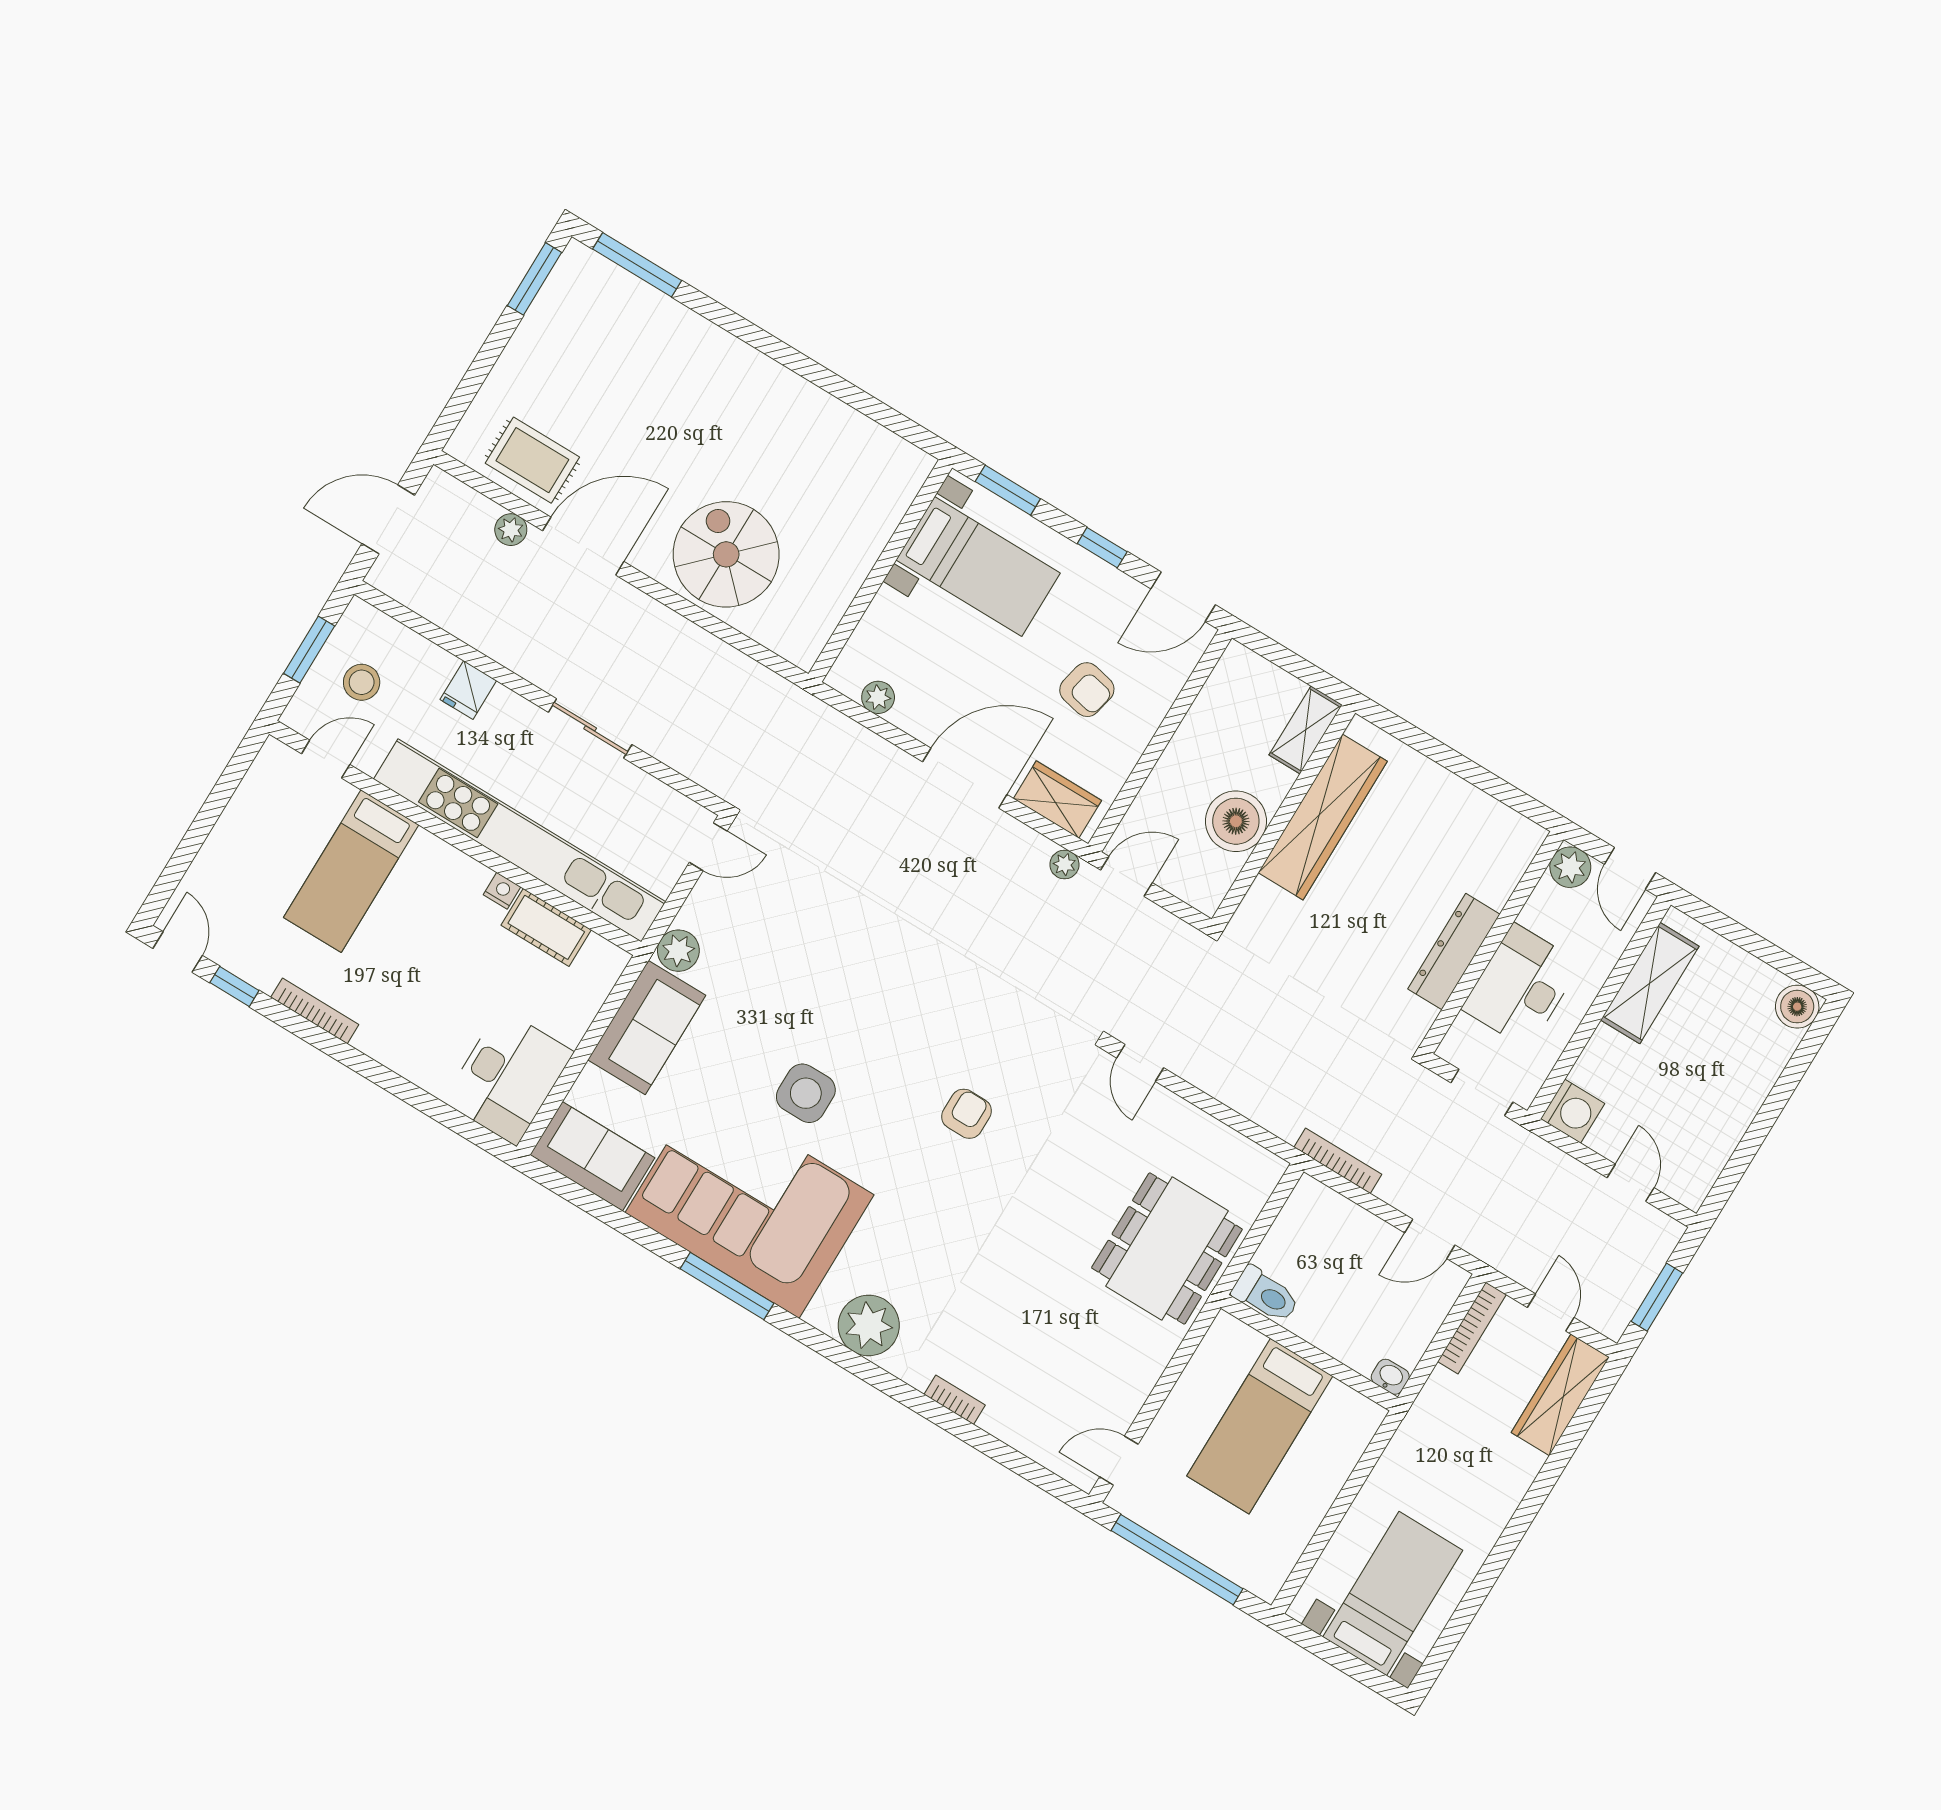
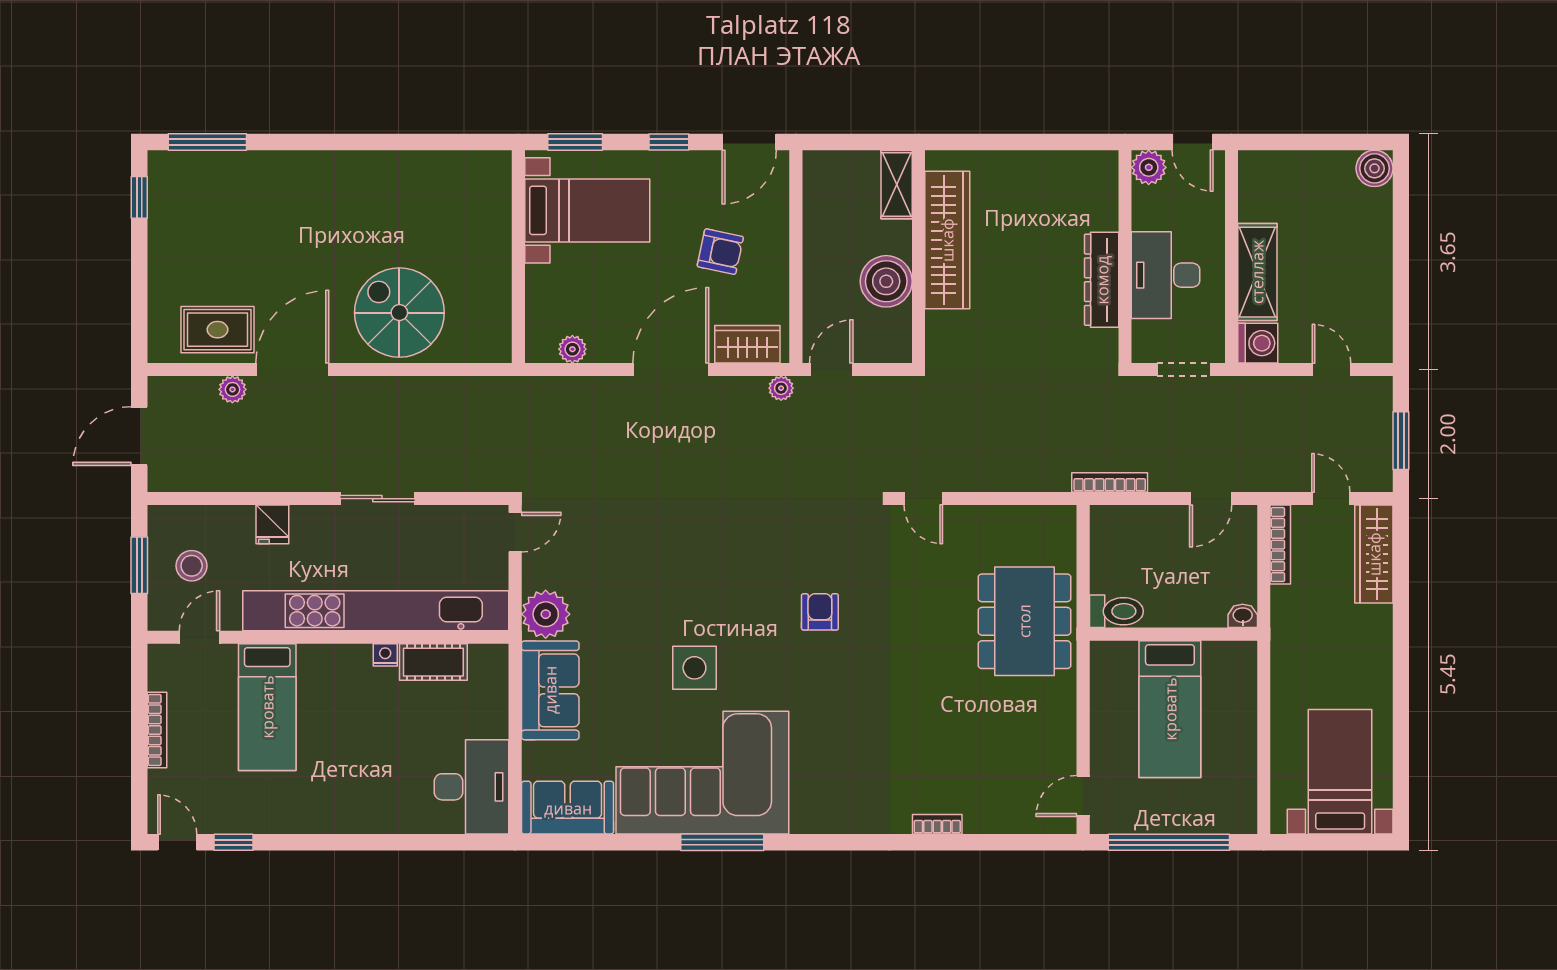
window: (534, 279) -> (139, 197), width x0.67
plant: (678, 951) -> (546, 614), width x1.36, depth x1.36
shelving: (1650, 983) -> (1257, 272), moved
bookcase: (315, 1011) -> (157, 730), moved, turned 90
plant: (869, 1325) -> (842, 808), removed

